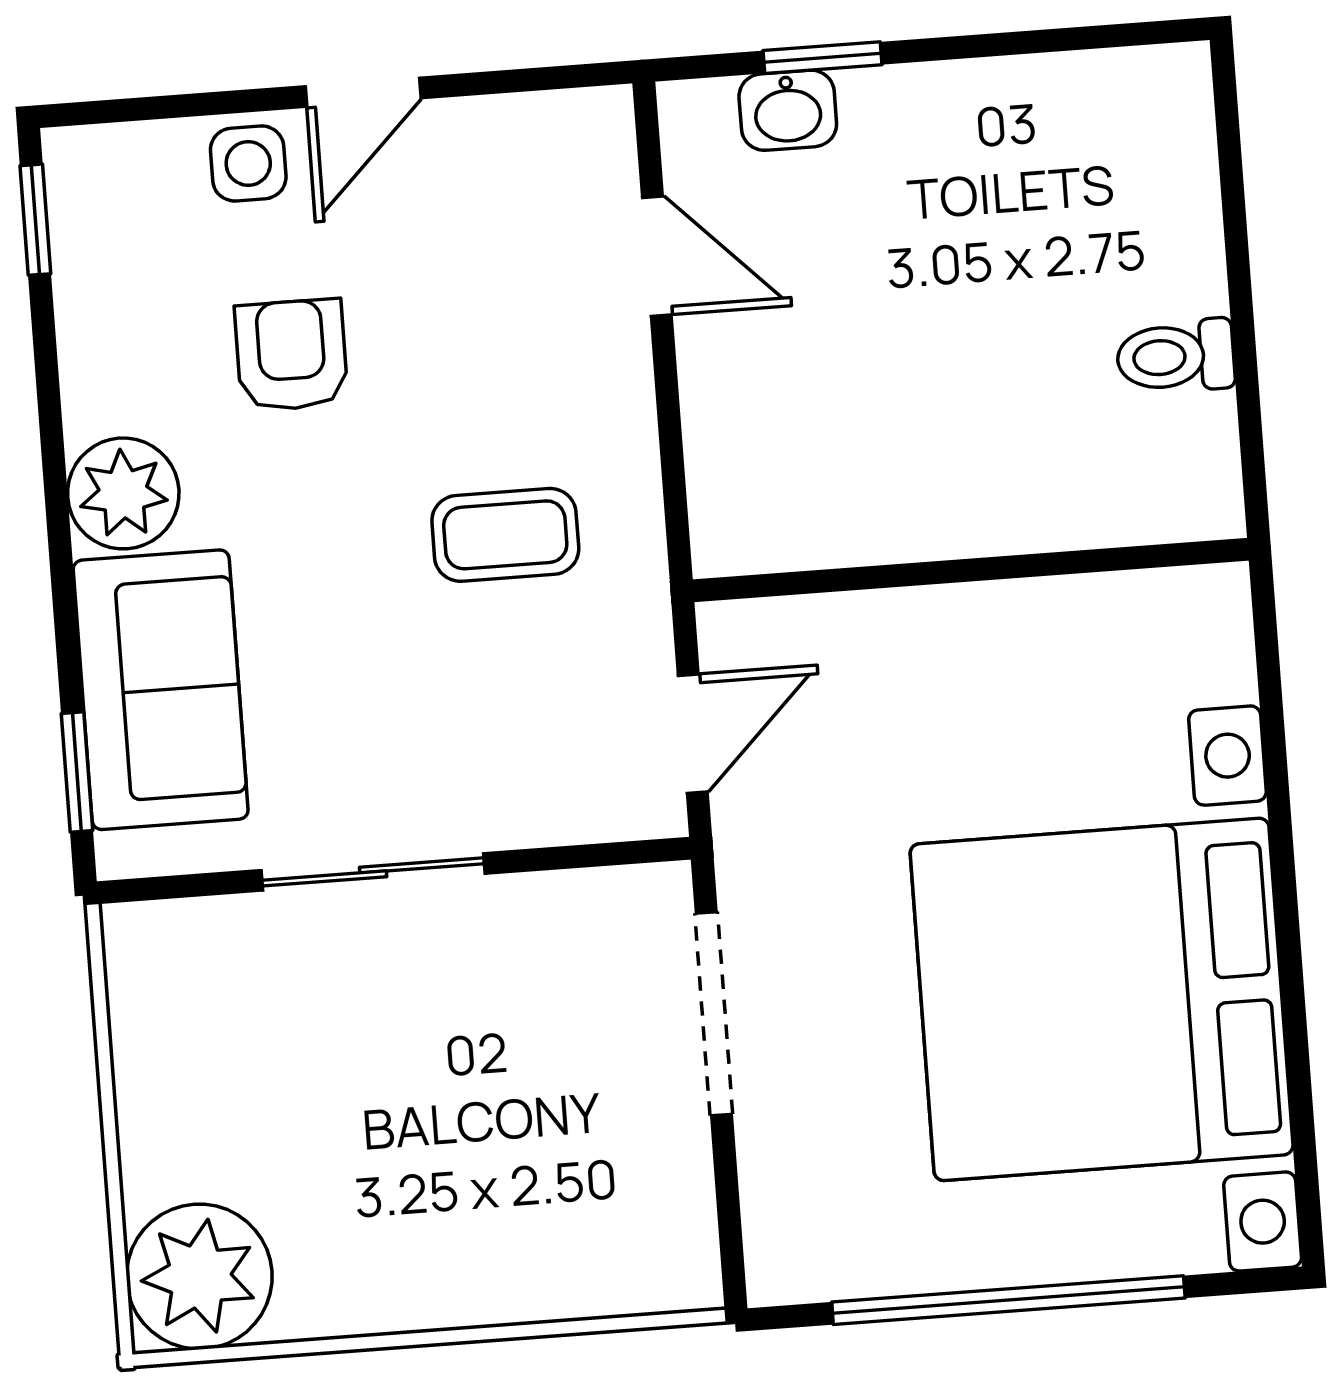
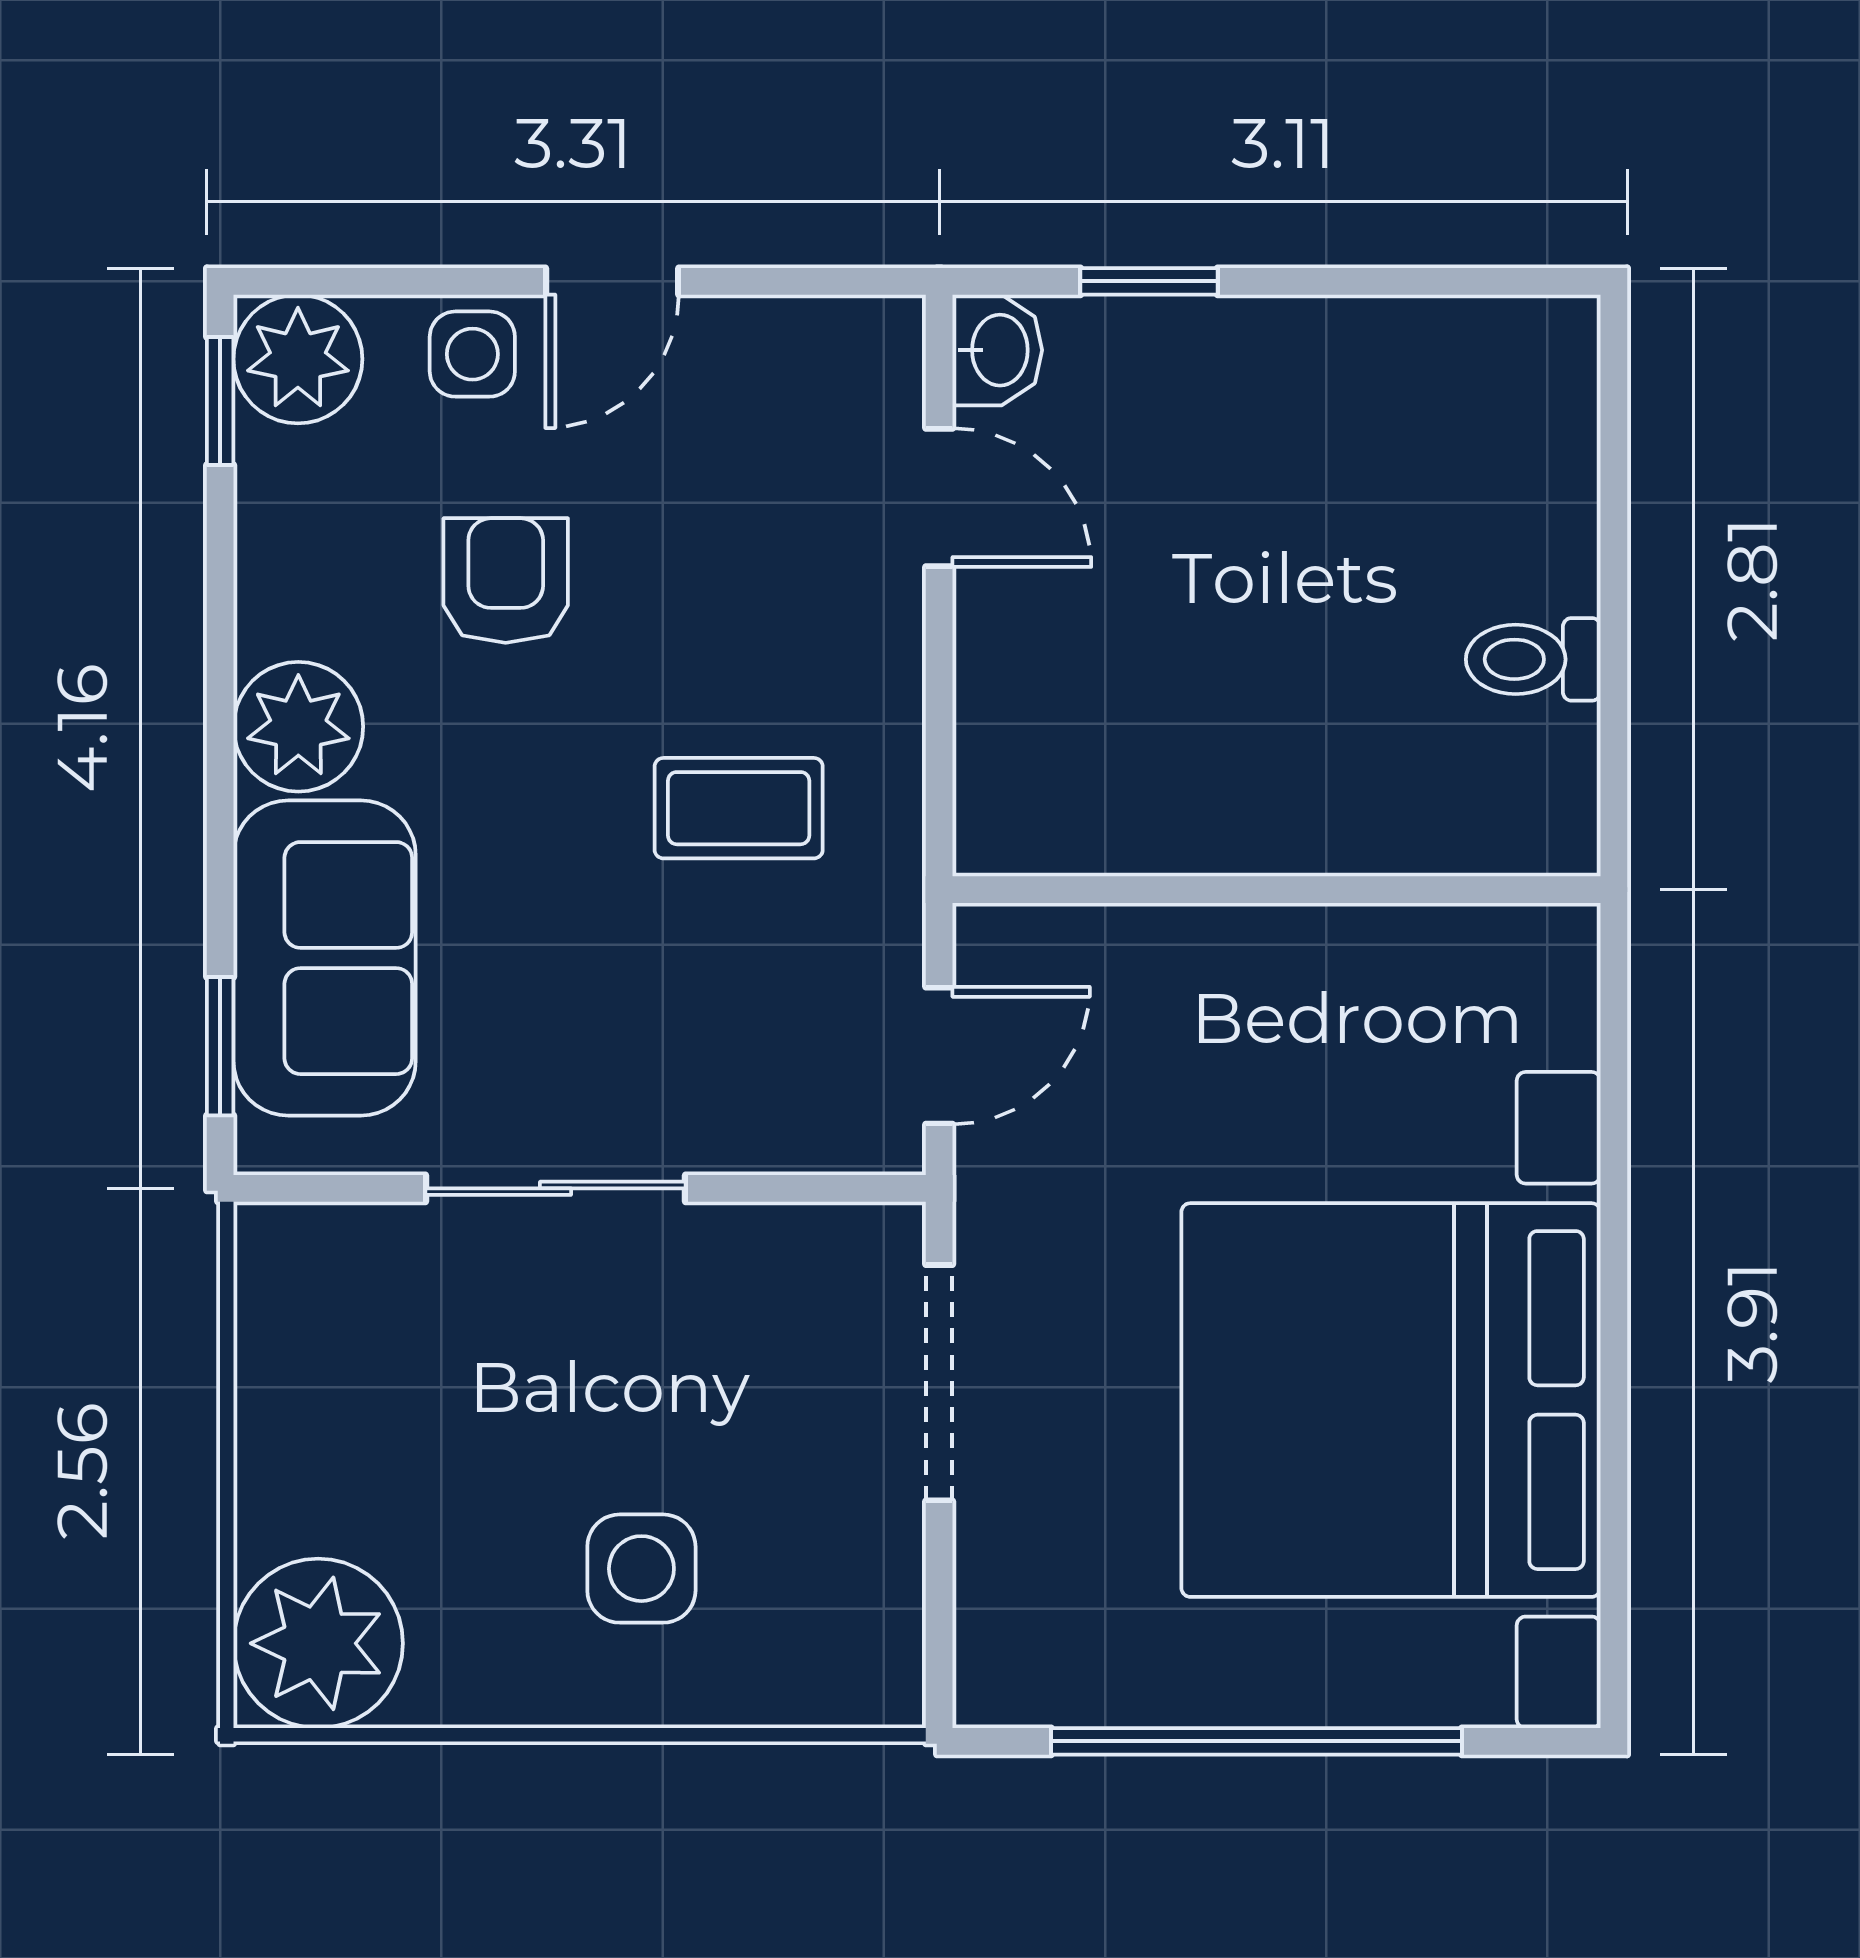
washbasin: (788, 110) -> (997, 350), moved, turned -90
plant: (99, 179) -> (298, 359), added
side table: (471, 1192) -> (641, 1569), added

